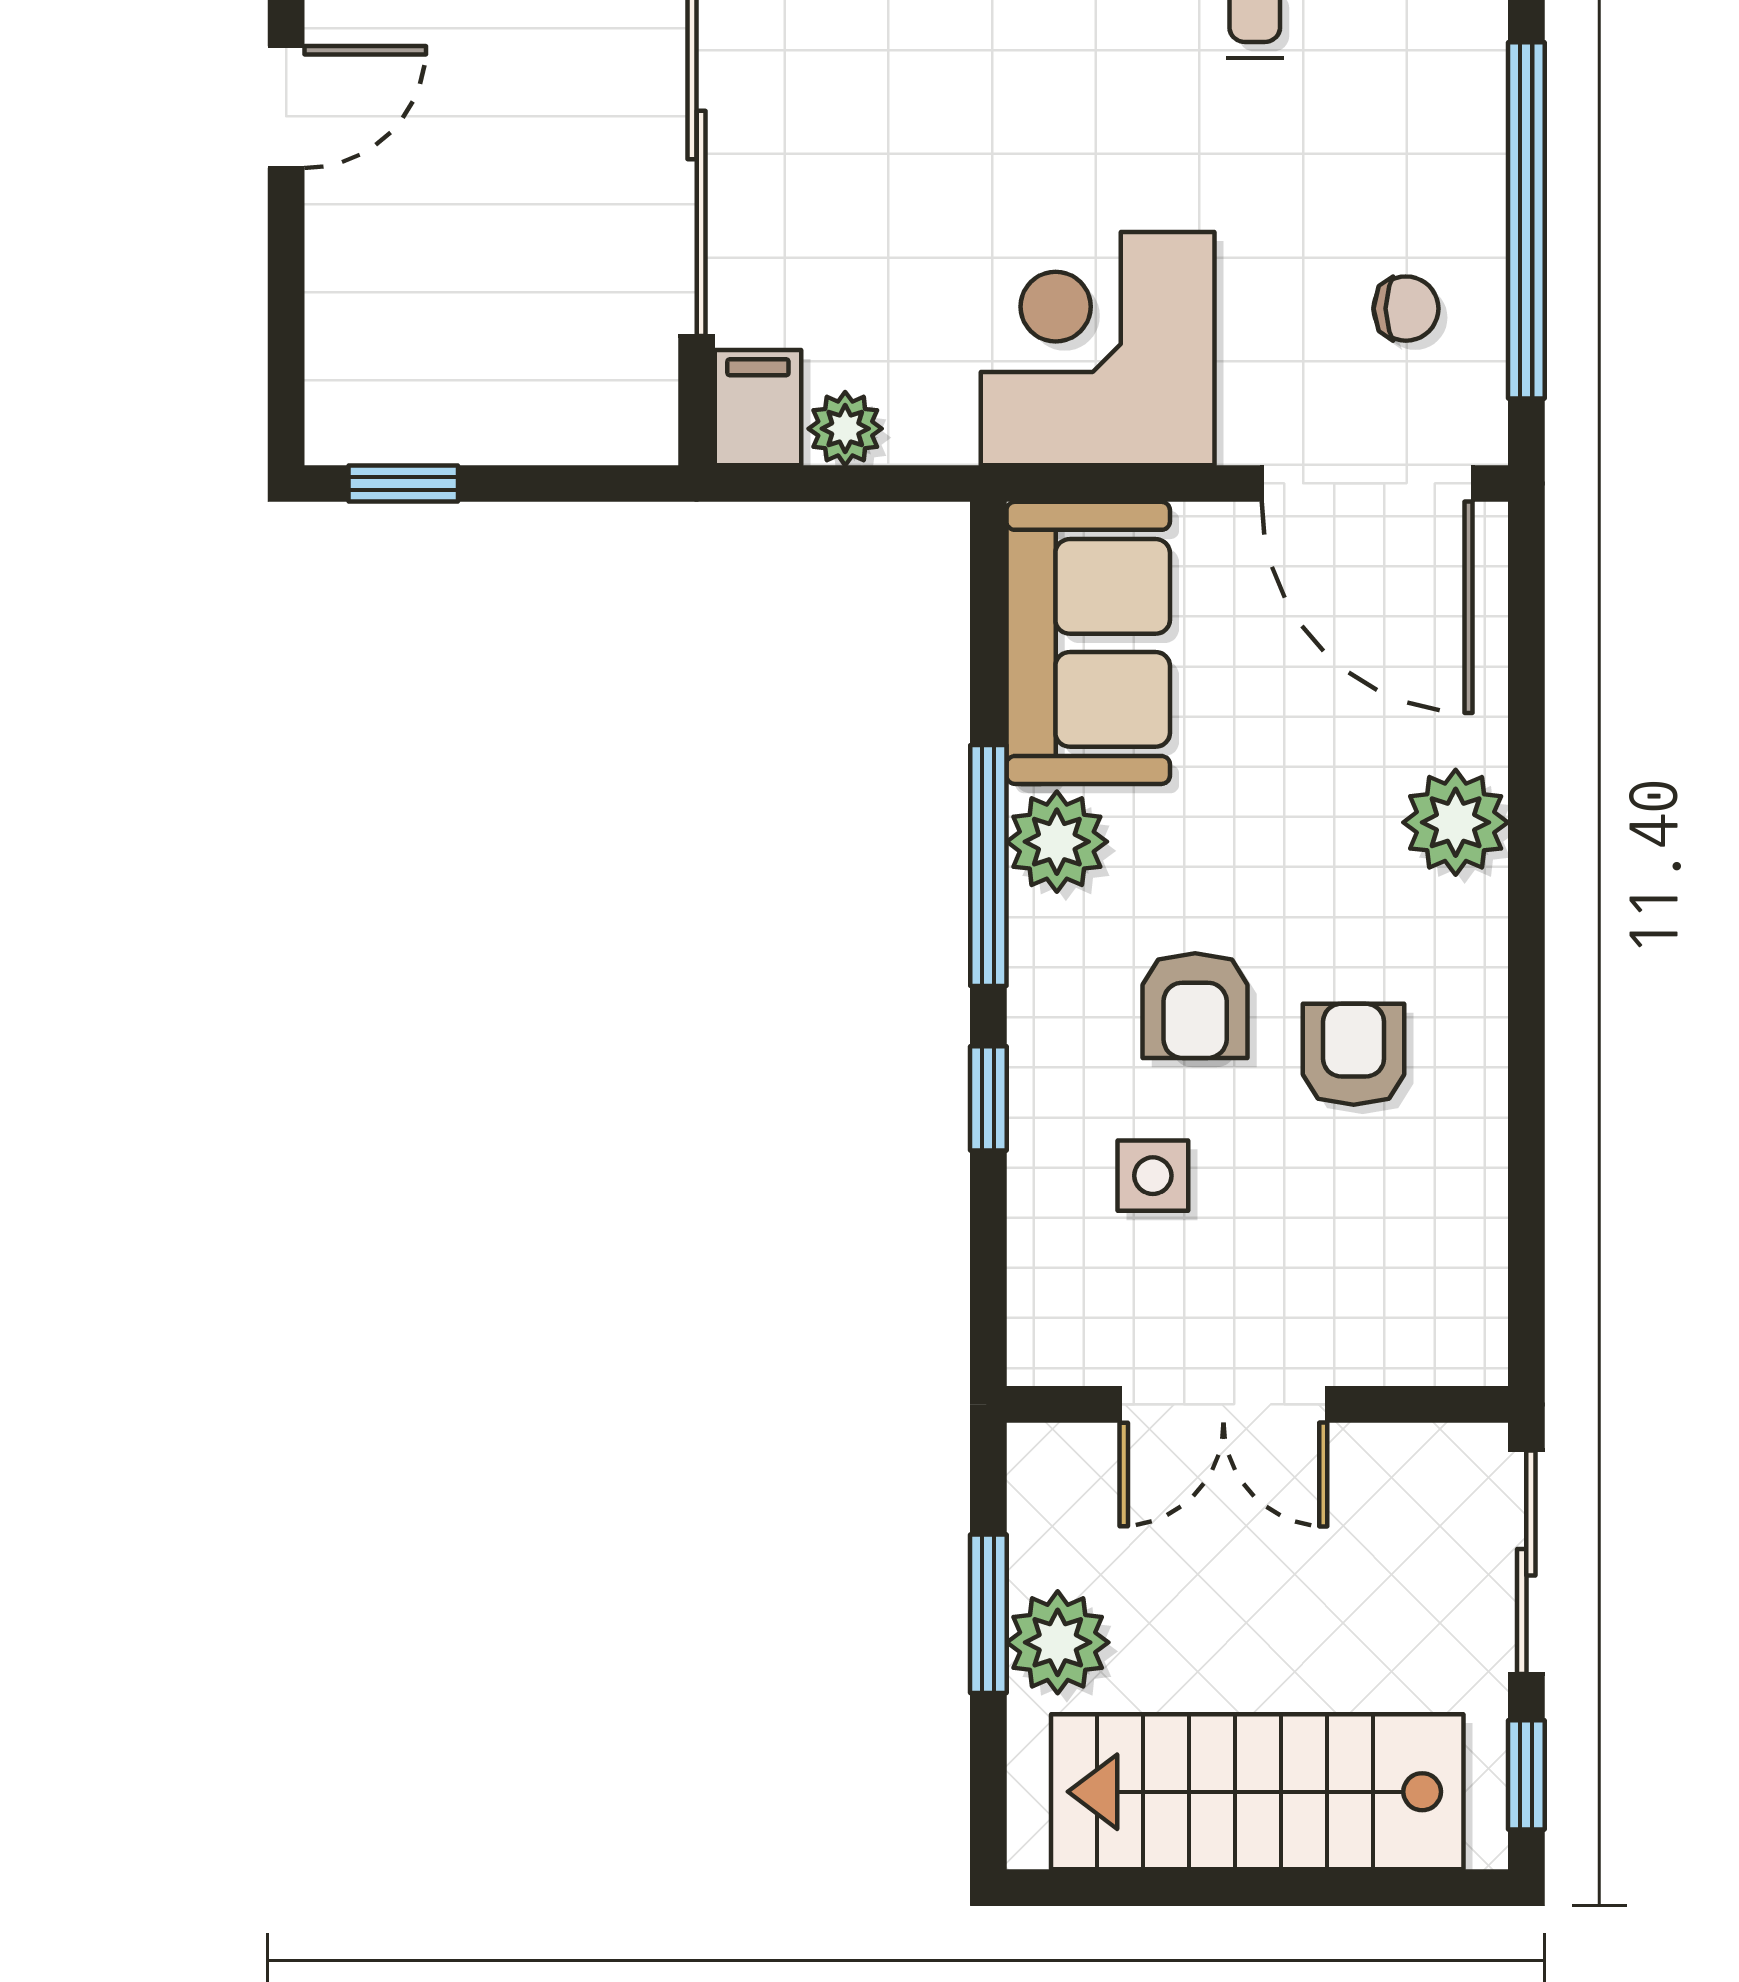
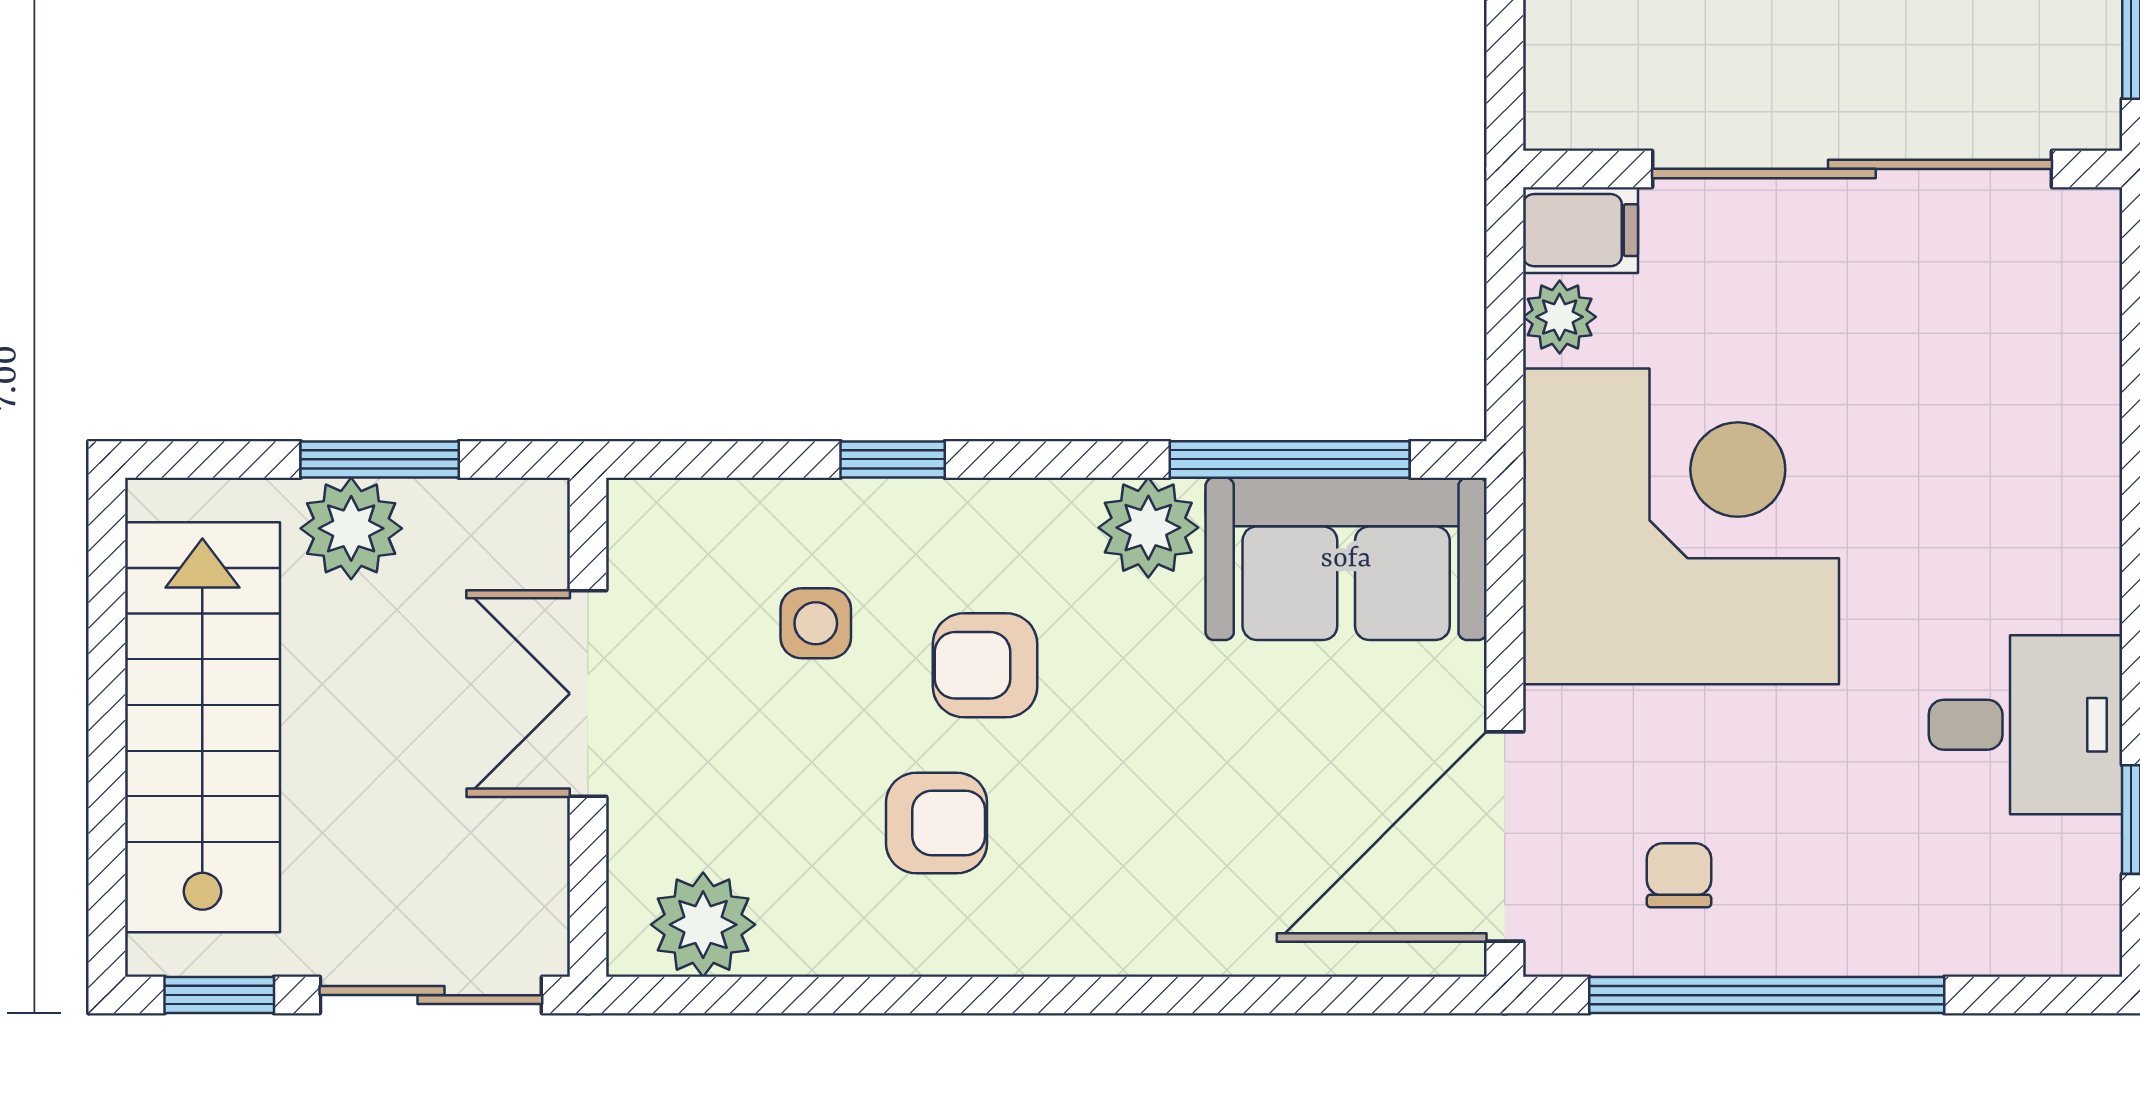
chair: (1406, 309) -> (1679, 875), turned 180
corner desk: (1098, 349) -> (1681, 526), width x1.36, depth x1.36
plant: (1456, 822) -> (703, 925), moved
window: (988, 866) -> (1290, 459), moved

